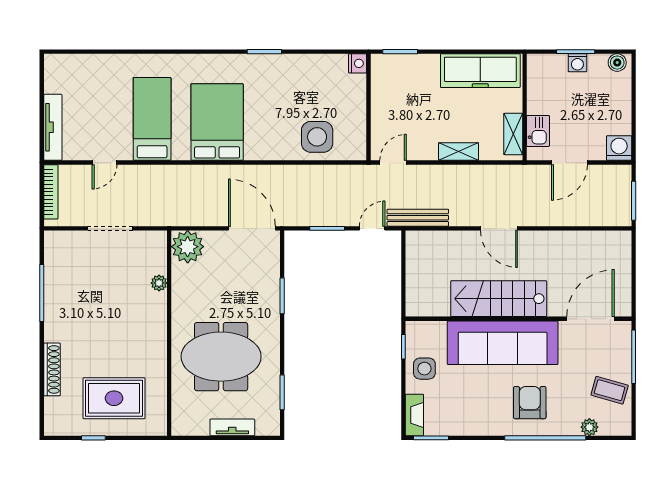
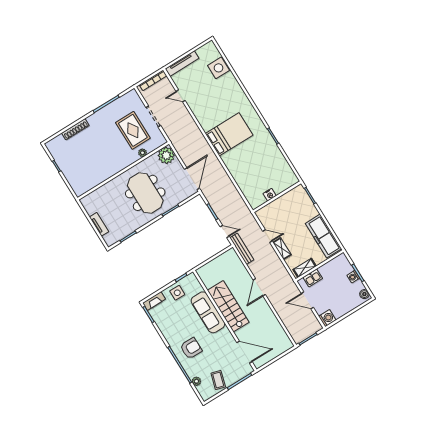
nightstand: (358, 63) -> (270, 195), moved
bed: (152, 119) -> (213, 105), removed
side table: (317, 137) -> (219, 68), moved
door: (393, 163) -> (267, 236), moved
sofa: (503, 343) -> (208, 312), width x0.74, depth x0.79
meeting table: (221, 357) -> (145, 193), moved
rug: (114, 398) -> (133, 130), moved

